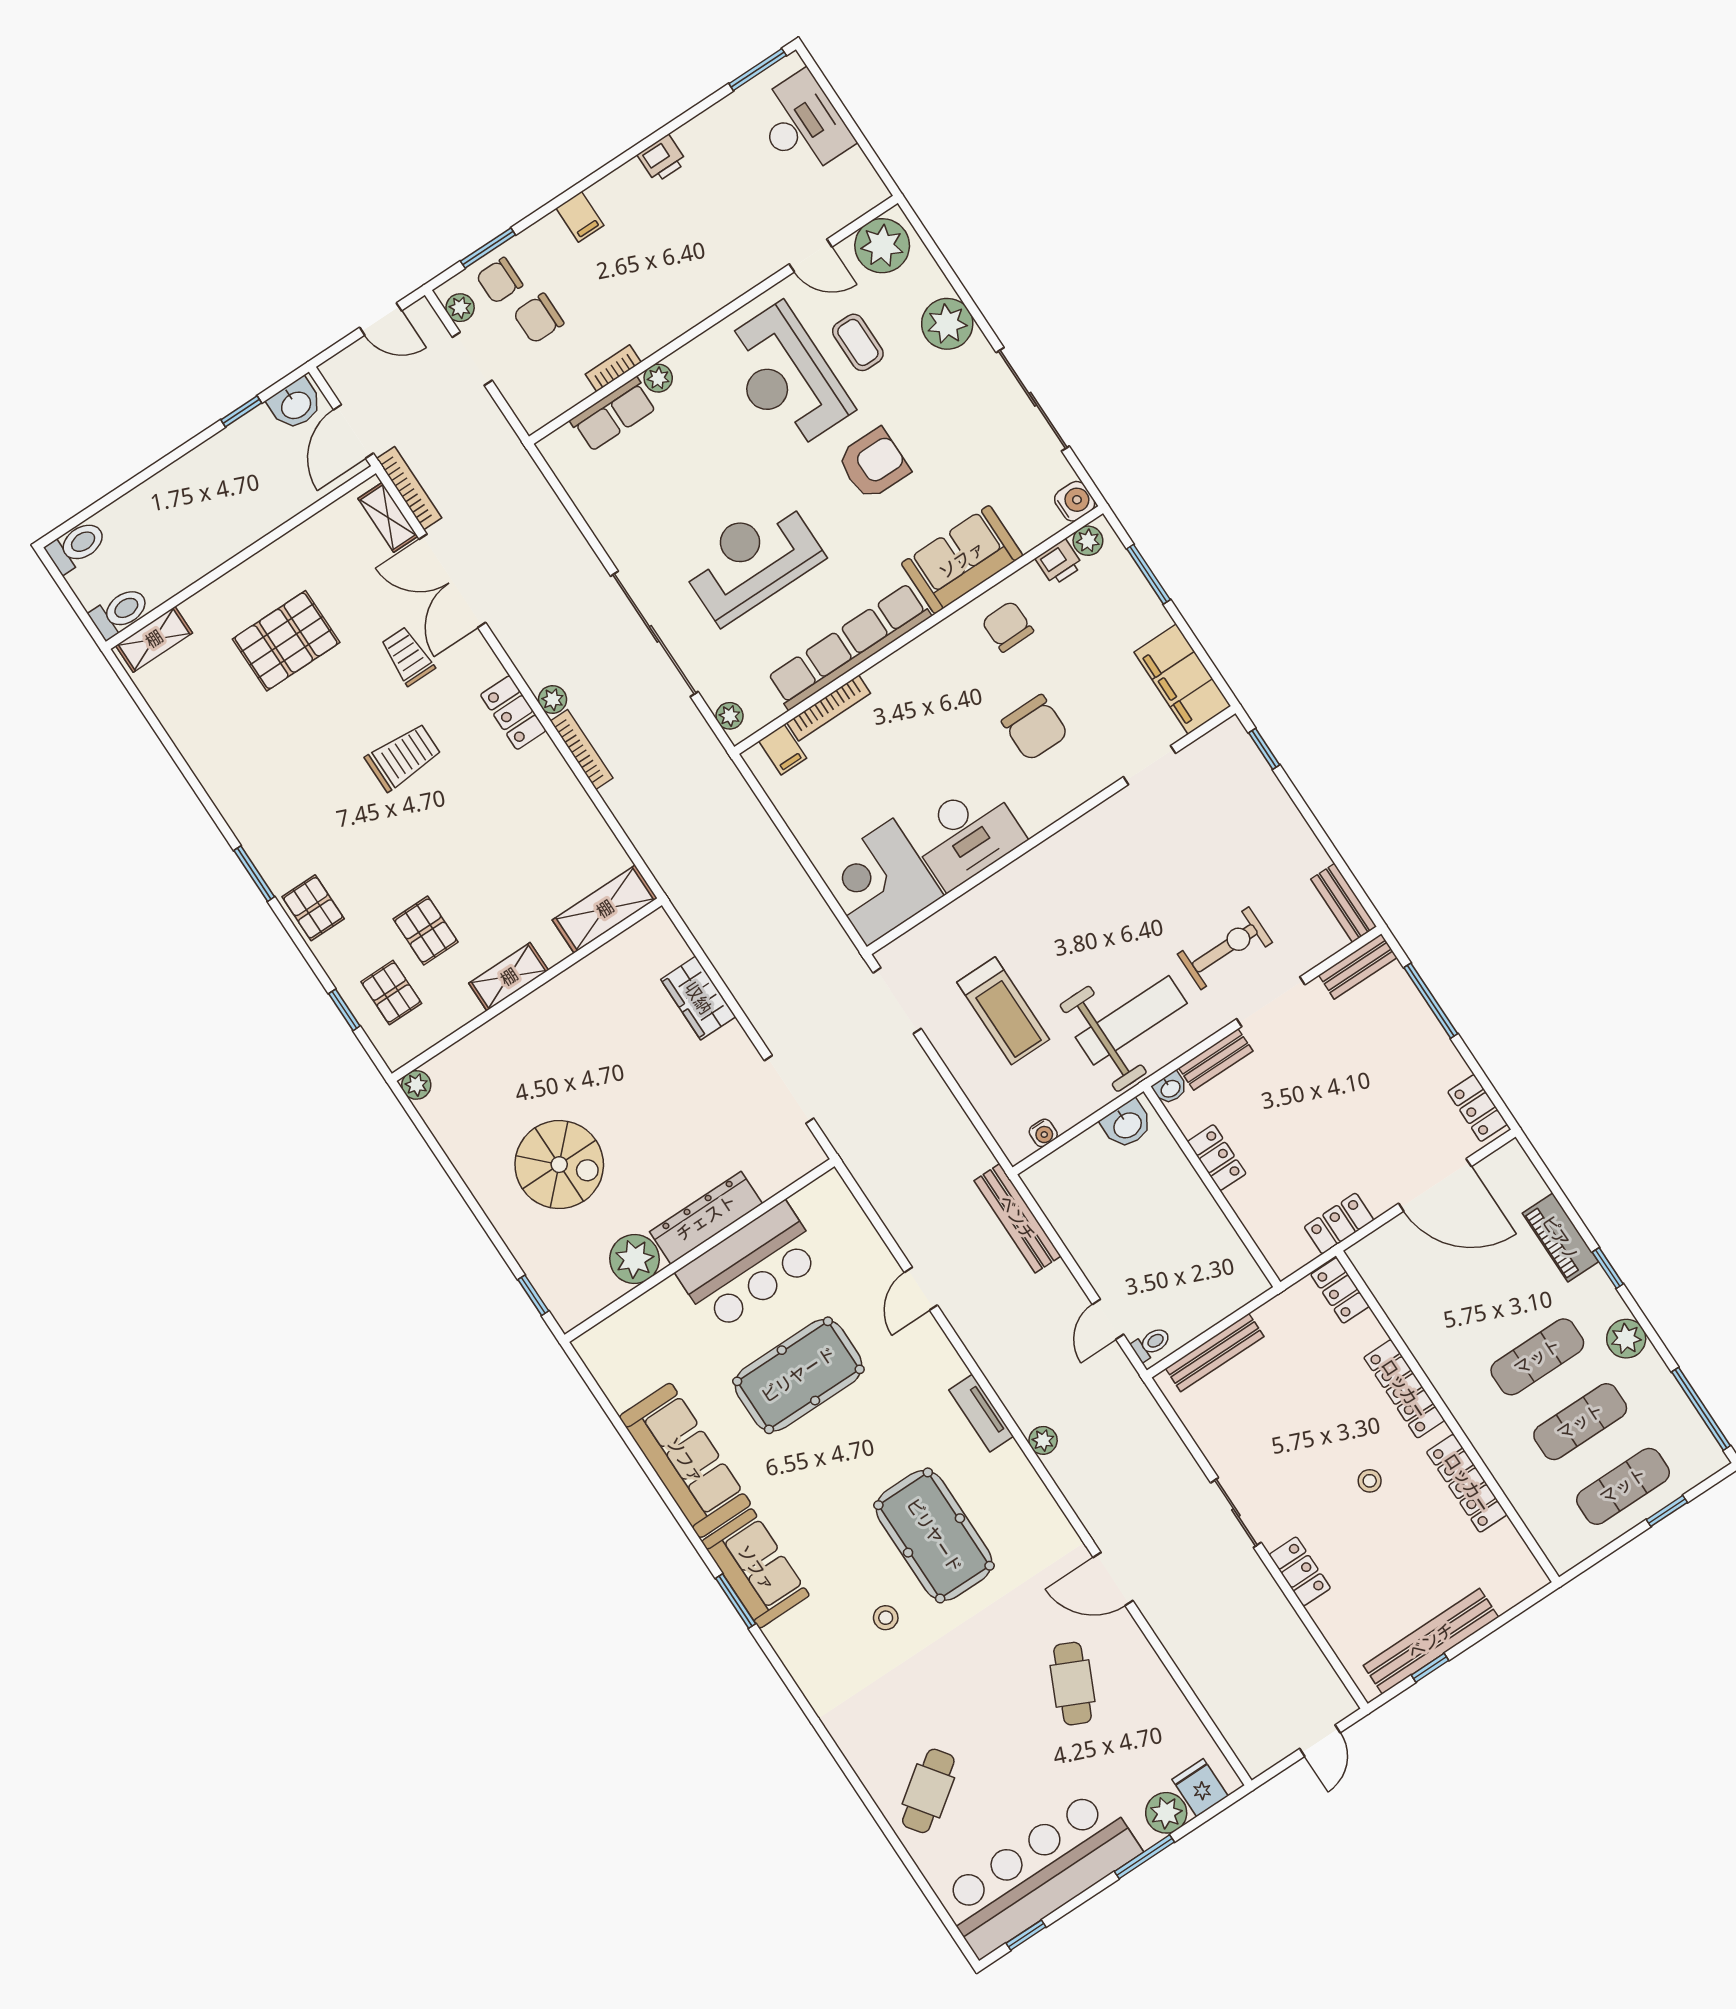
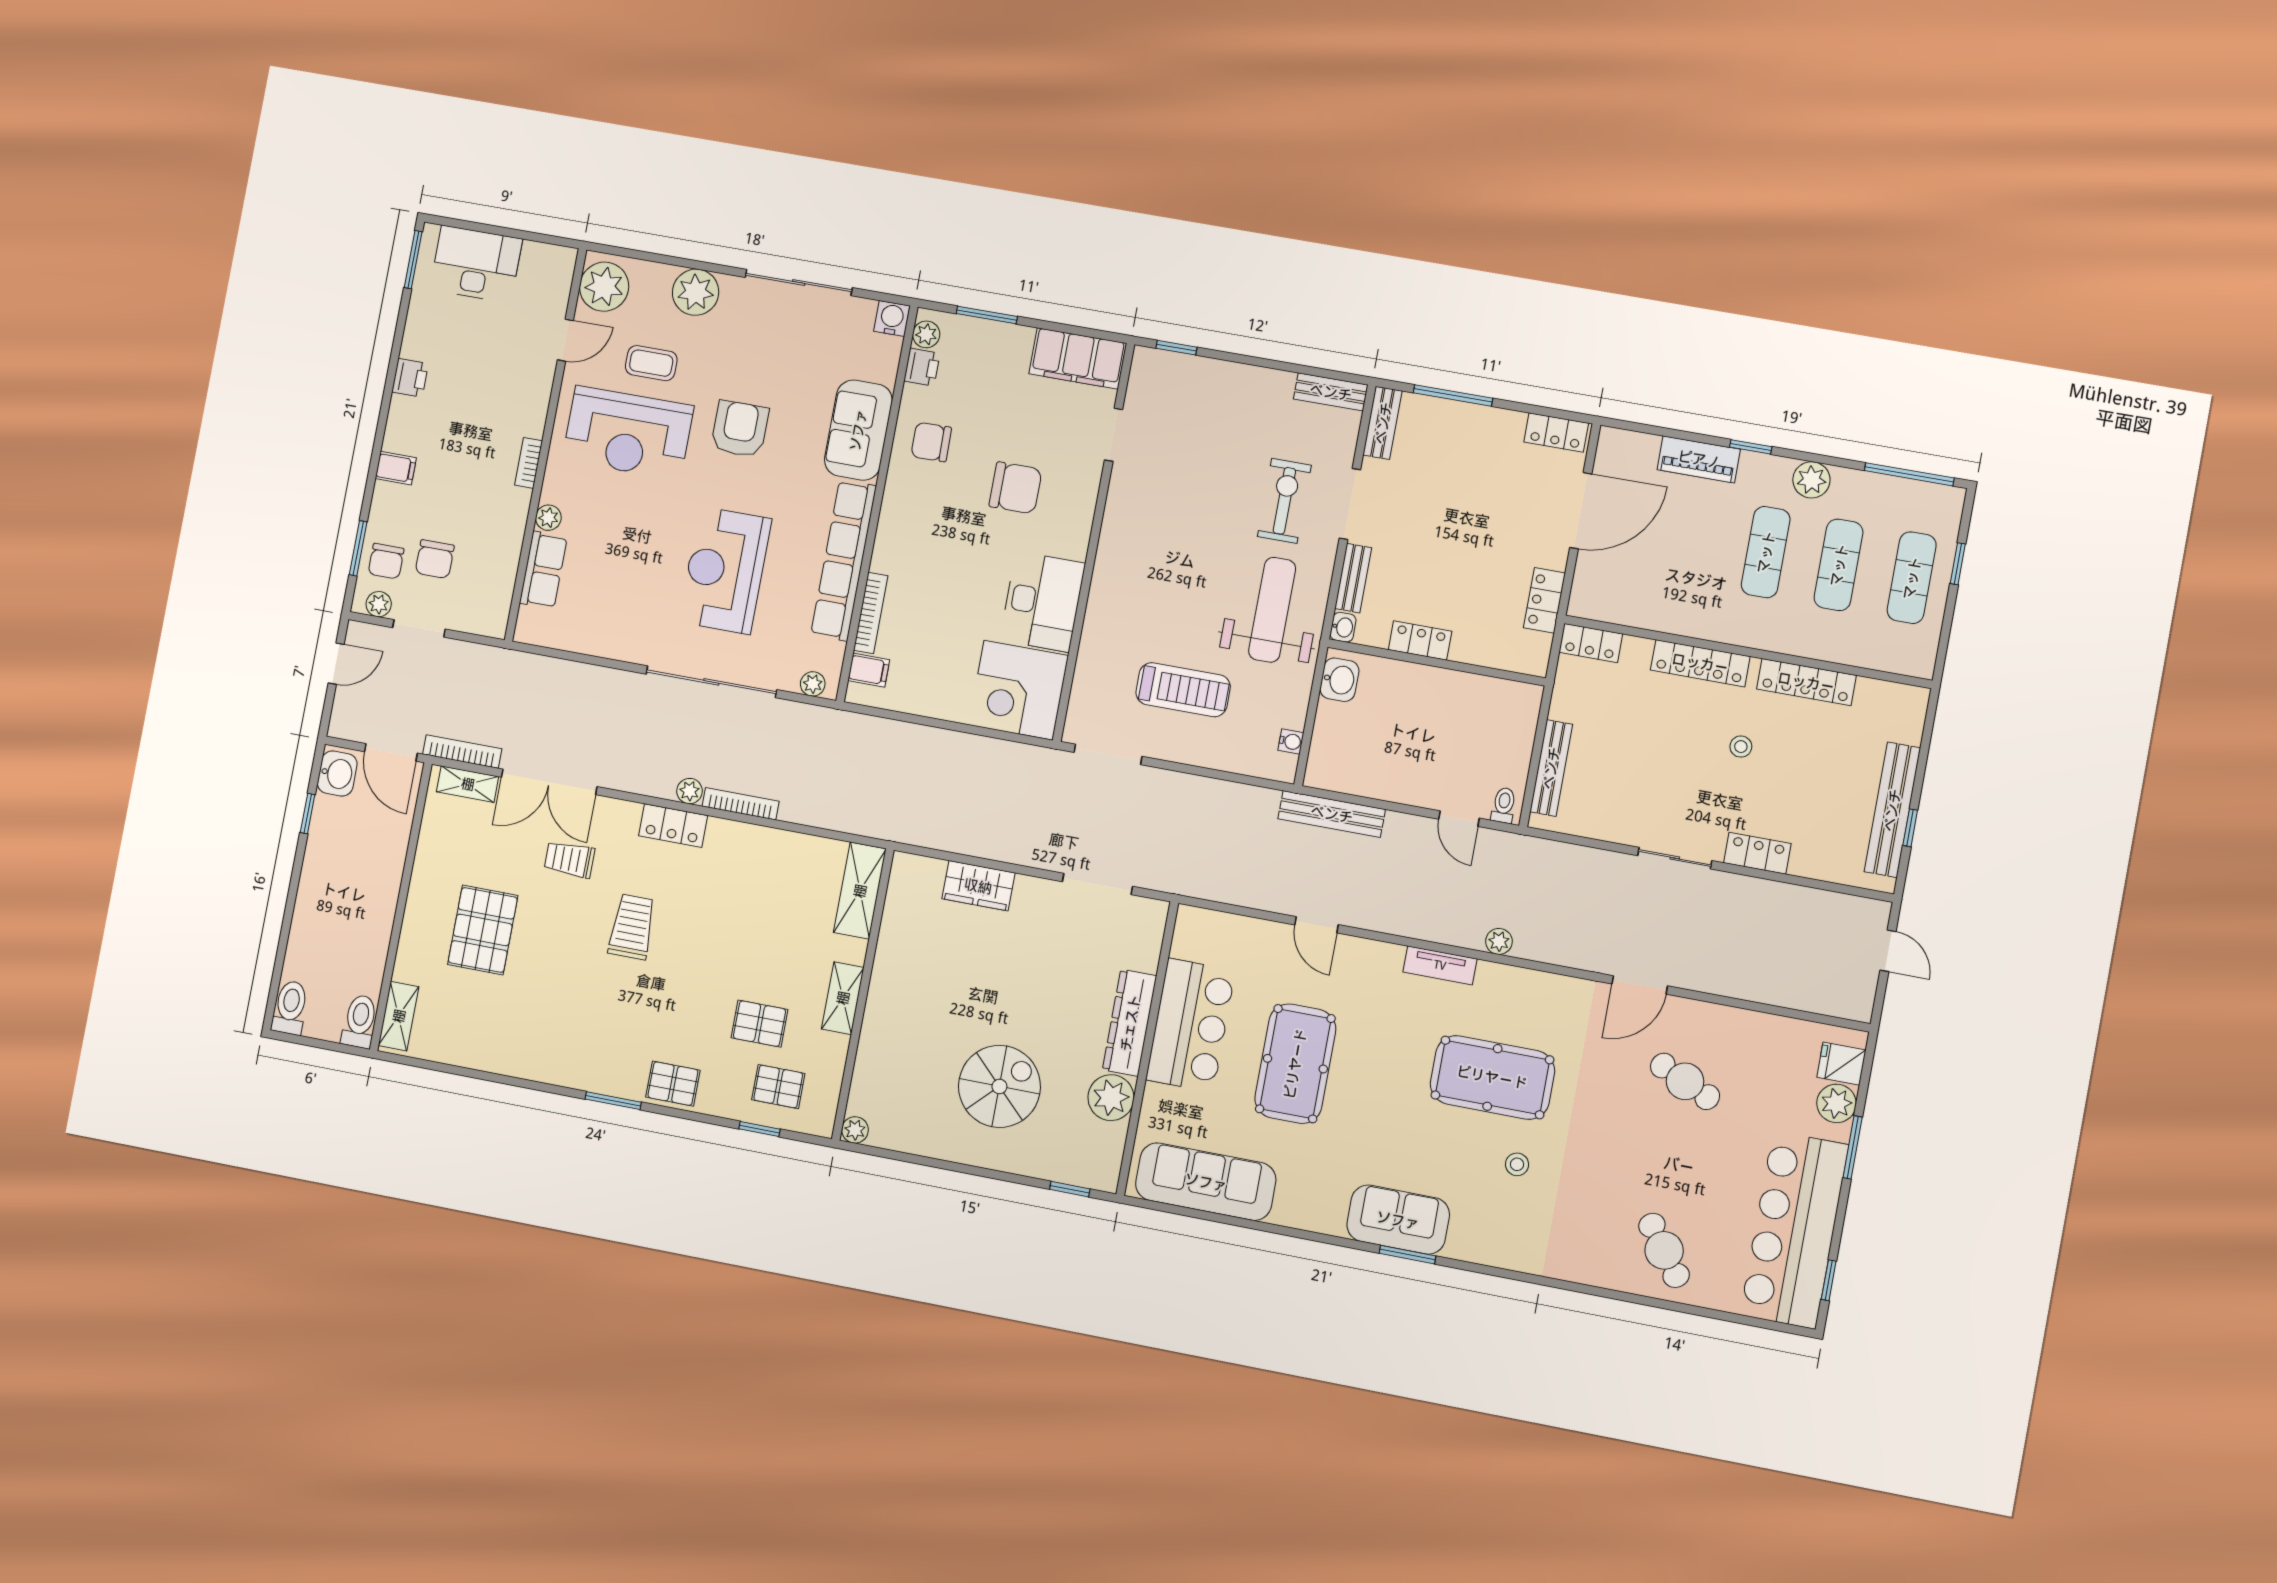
bookcase: (613, 368) -> (529, 463), moved
sofa: (685, 1460) -> (1206, 1182), moved

